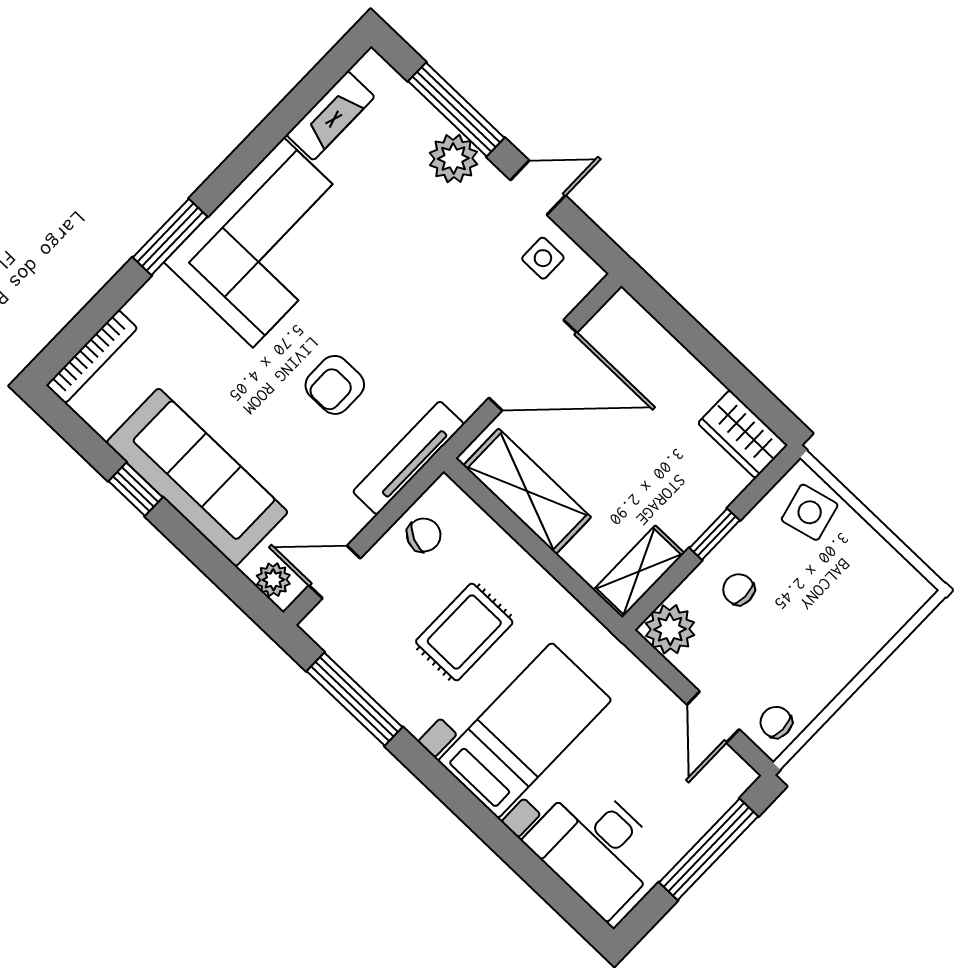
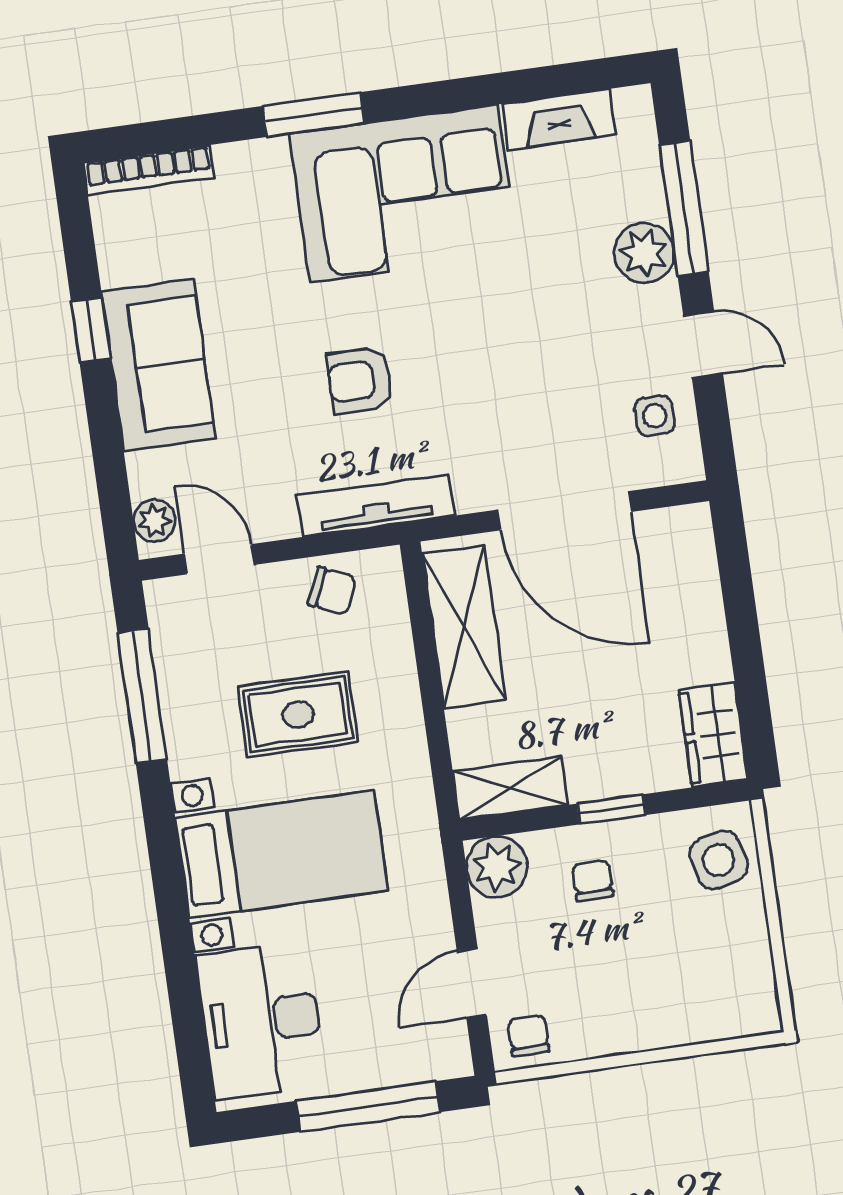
sofa: (197, 477) -> (159, 365), width x0.73

